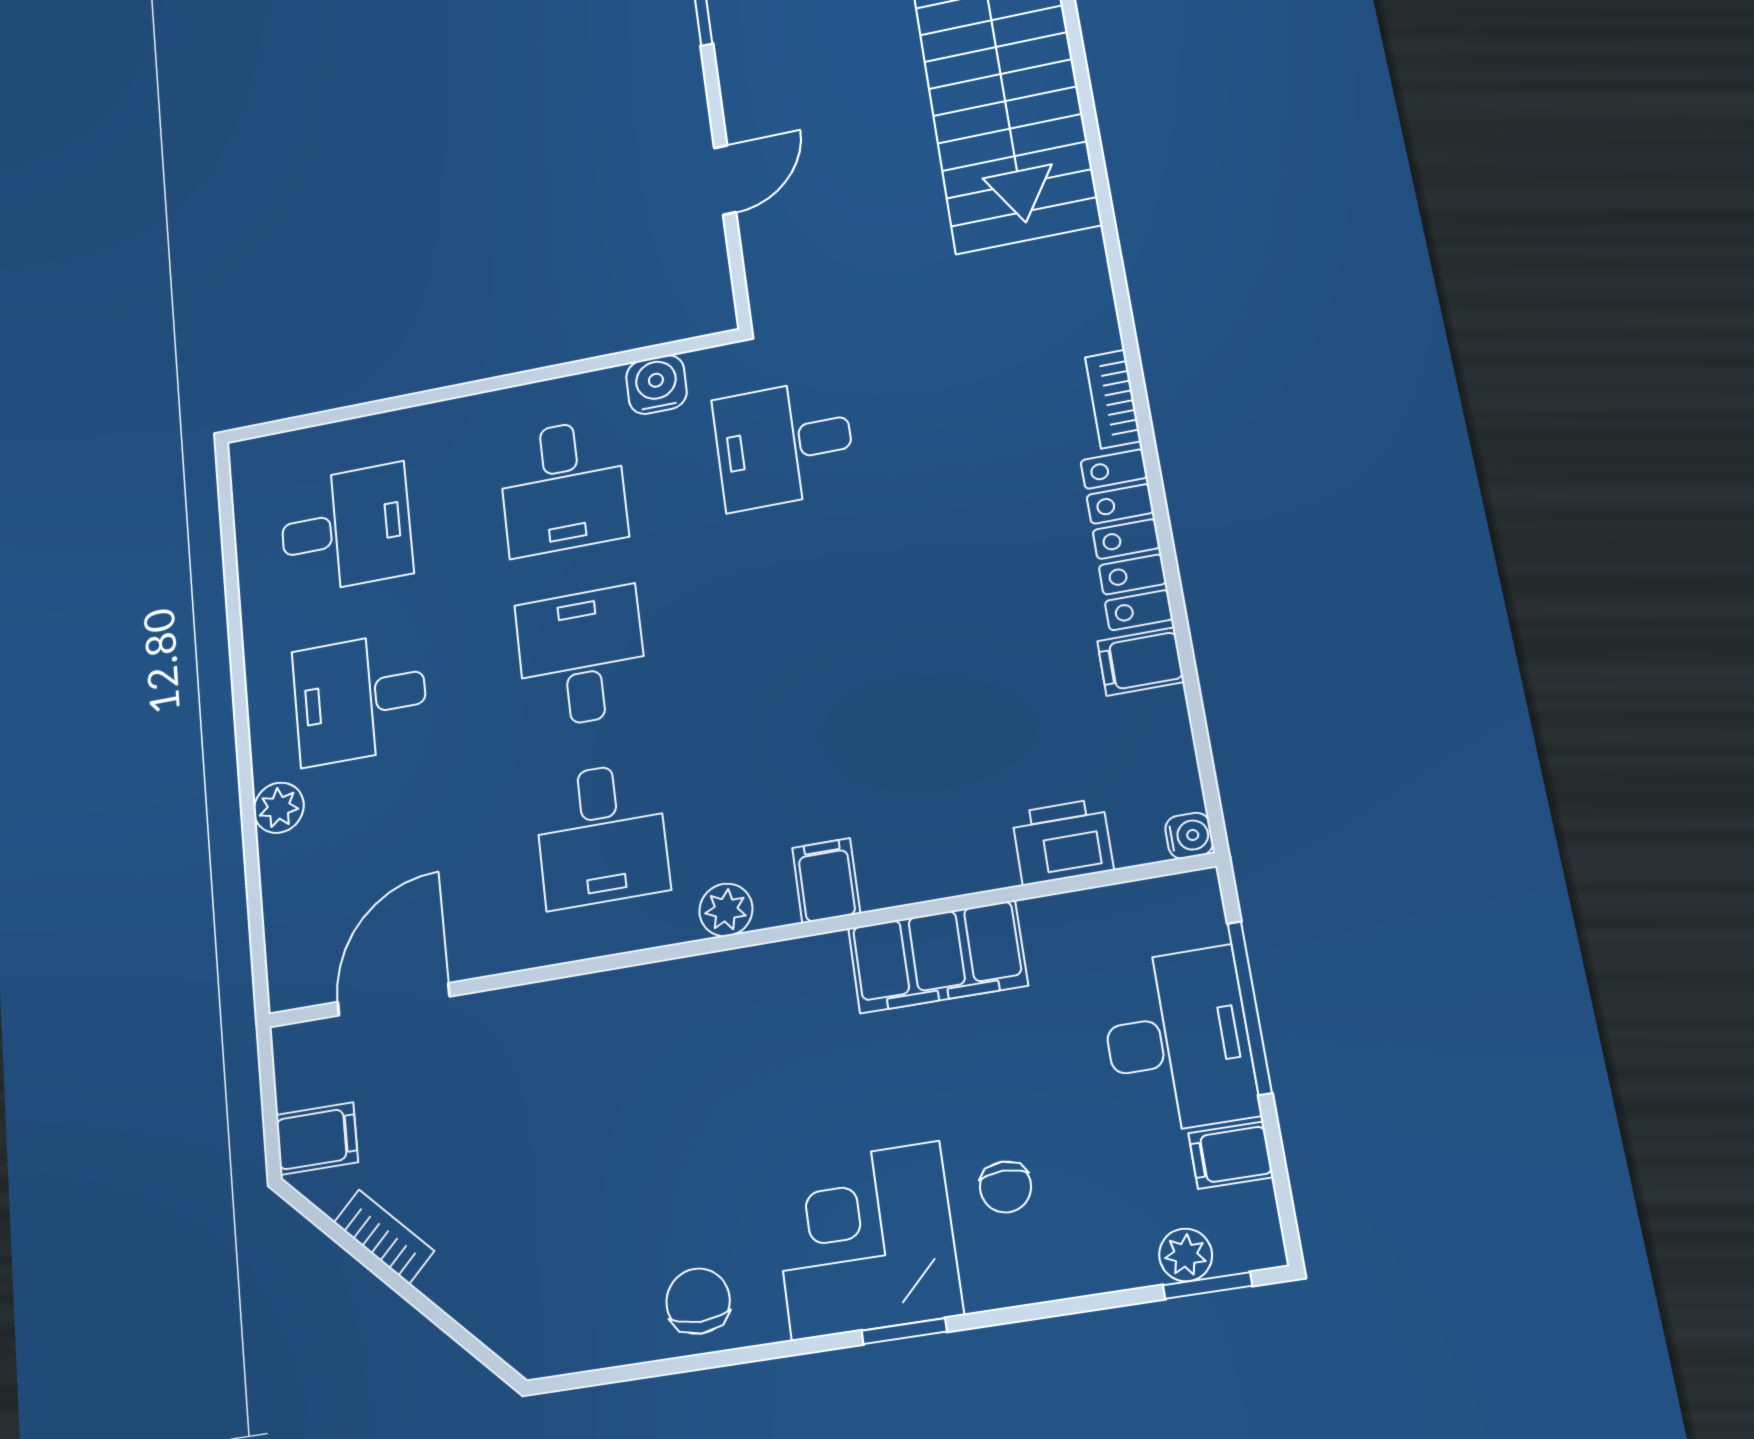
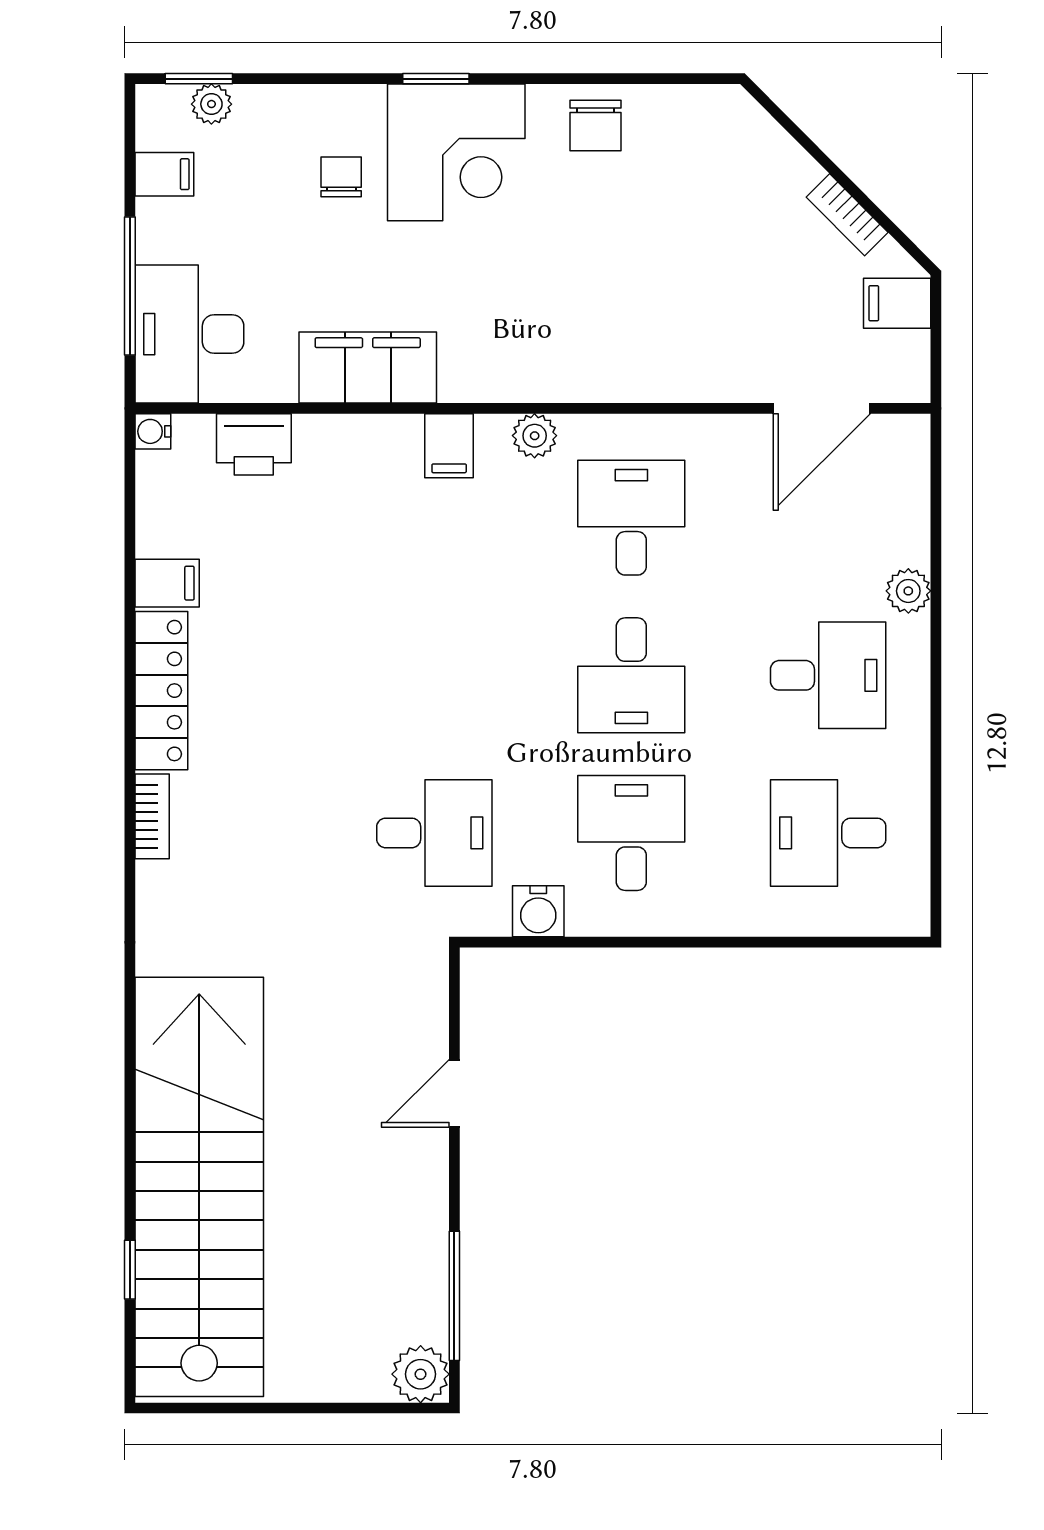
desk: (1178, 1040) -> (189, 334), moved

